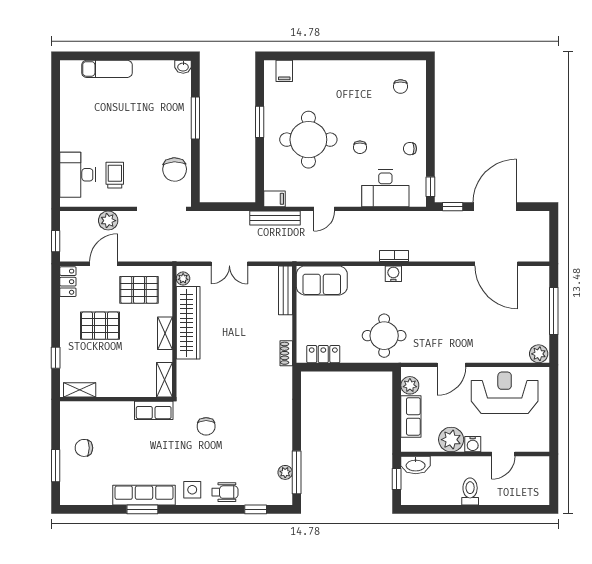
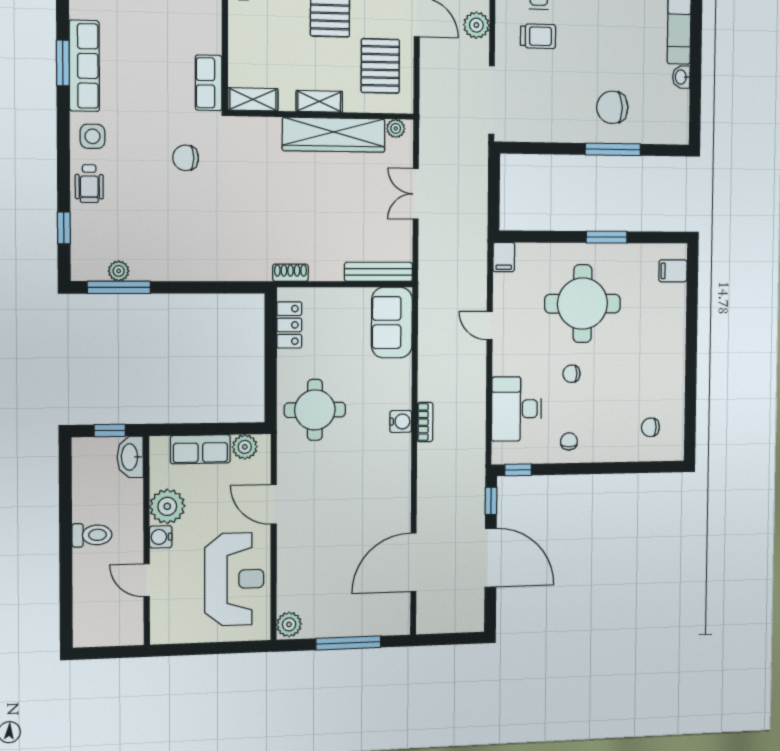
washbasin: (183, 67) -> (681, 77), moved
chair: (175, 170) -> (612, 107), moved
bench: (275, 218) -> (478, 257), removed

